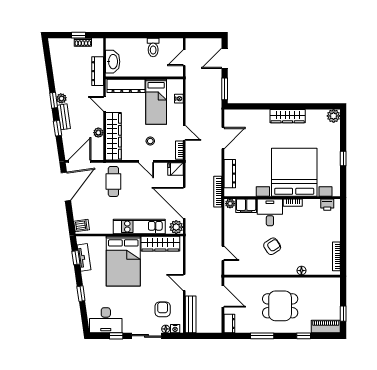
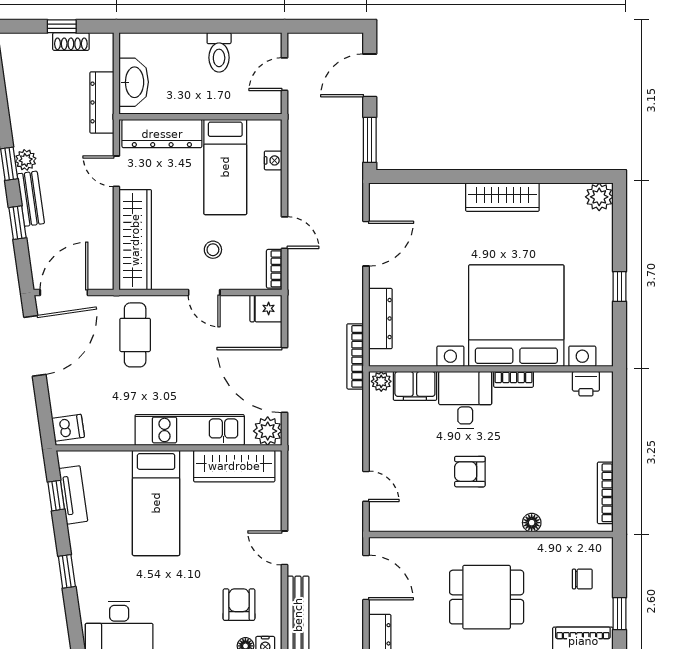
plant: (98, 133) -> (104, 232), removed
armchair: (272, 246) -> (470, 472), turned -147
bed: (123, 261) -> (156, 503), width x0.67
chair: (325, 297) -> (582, 579), added

